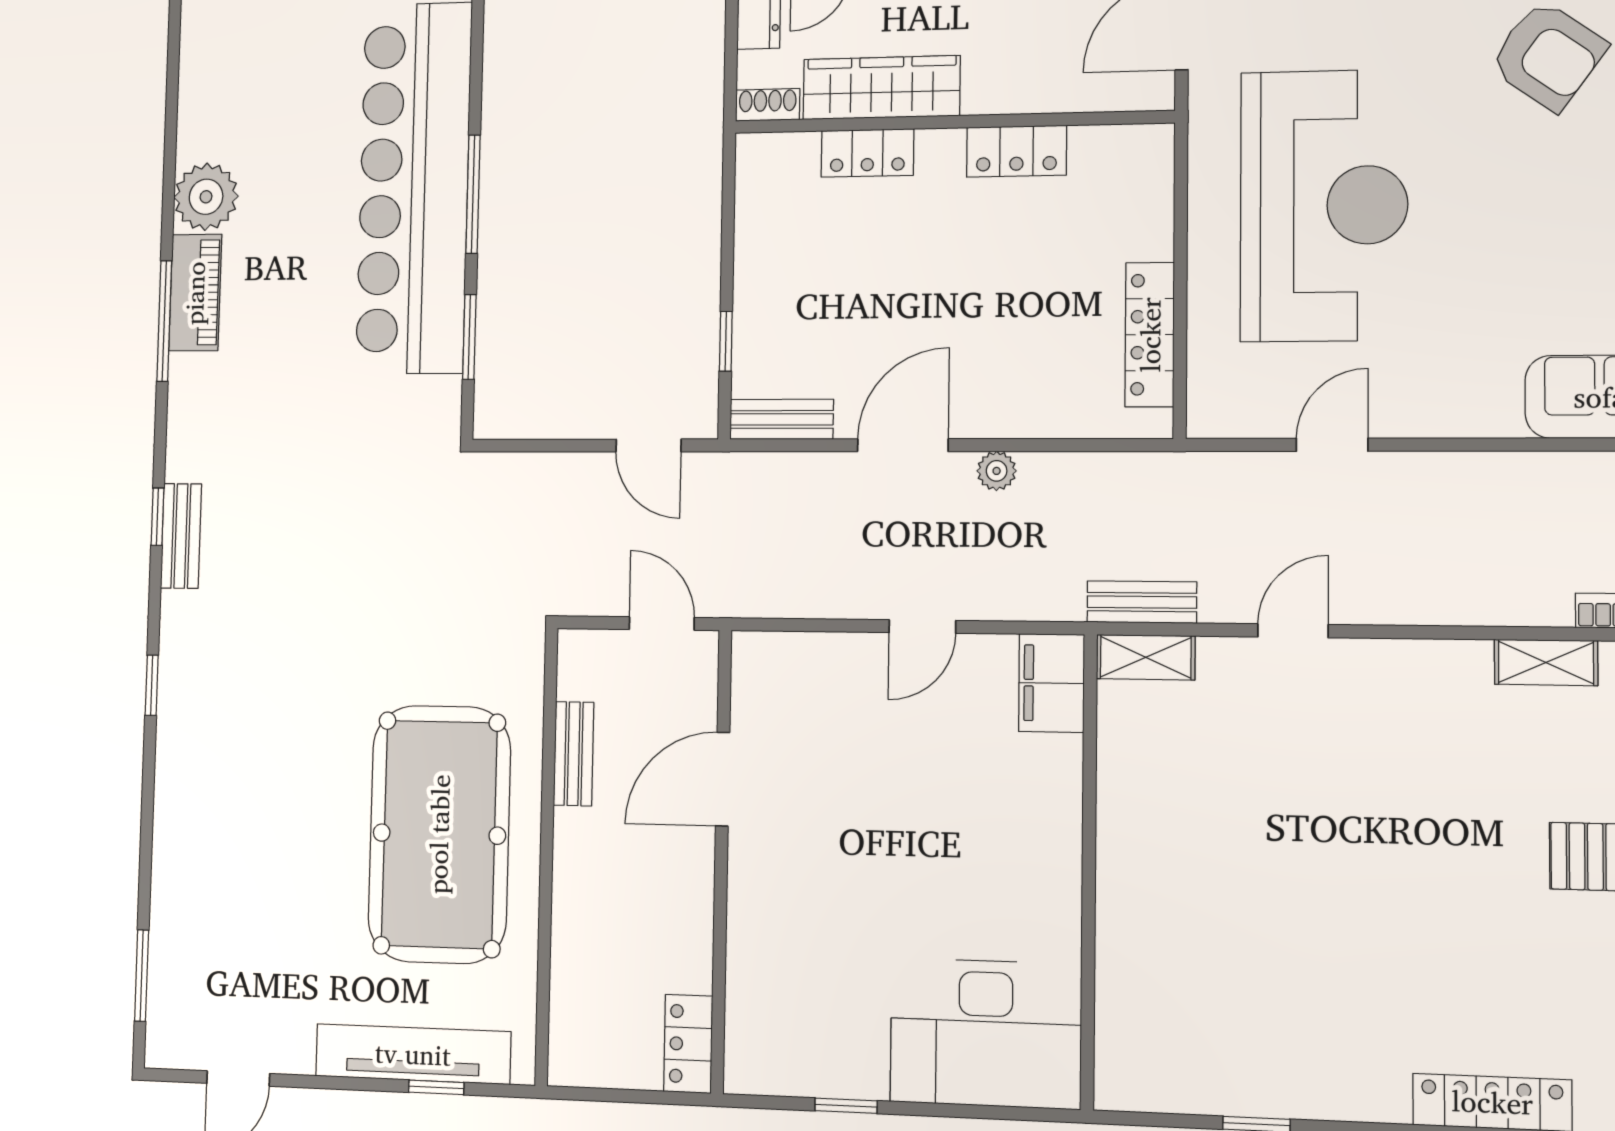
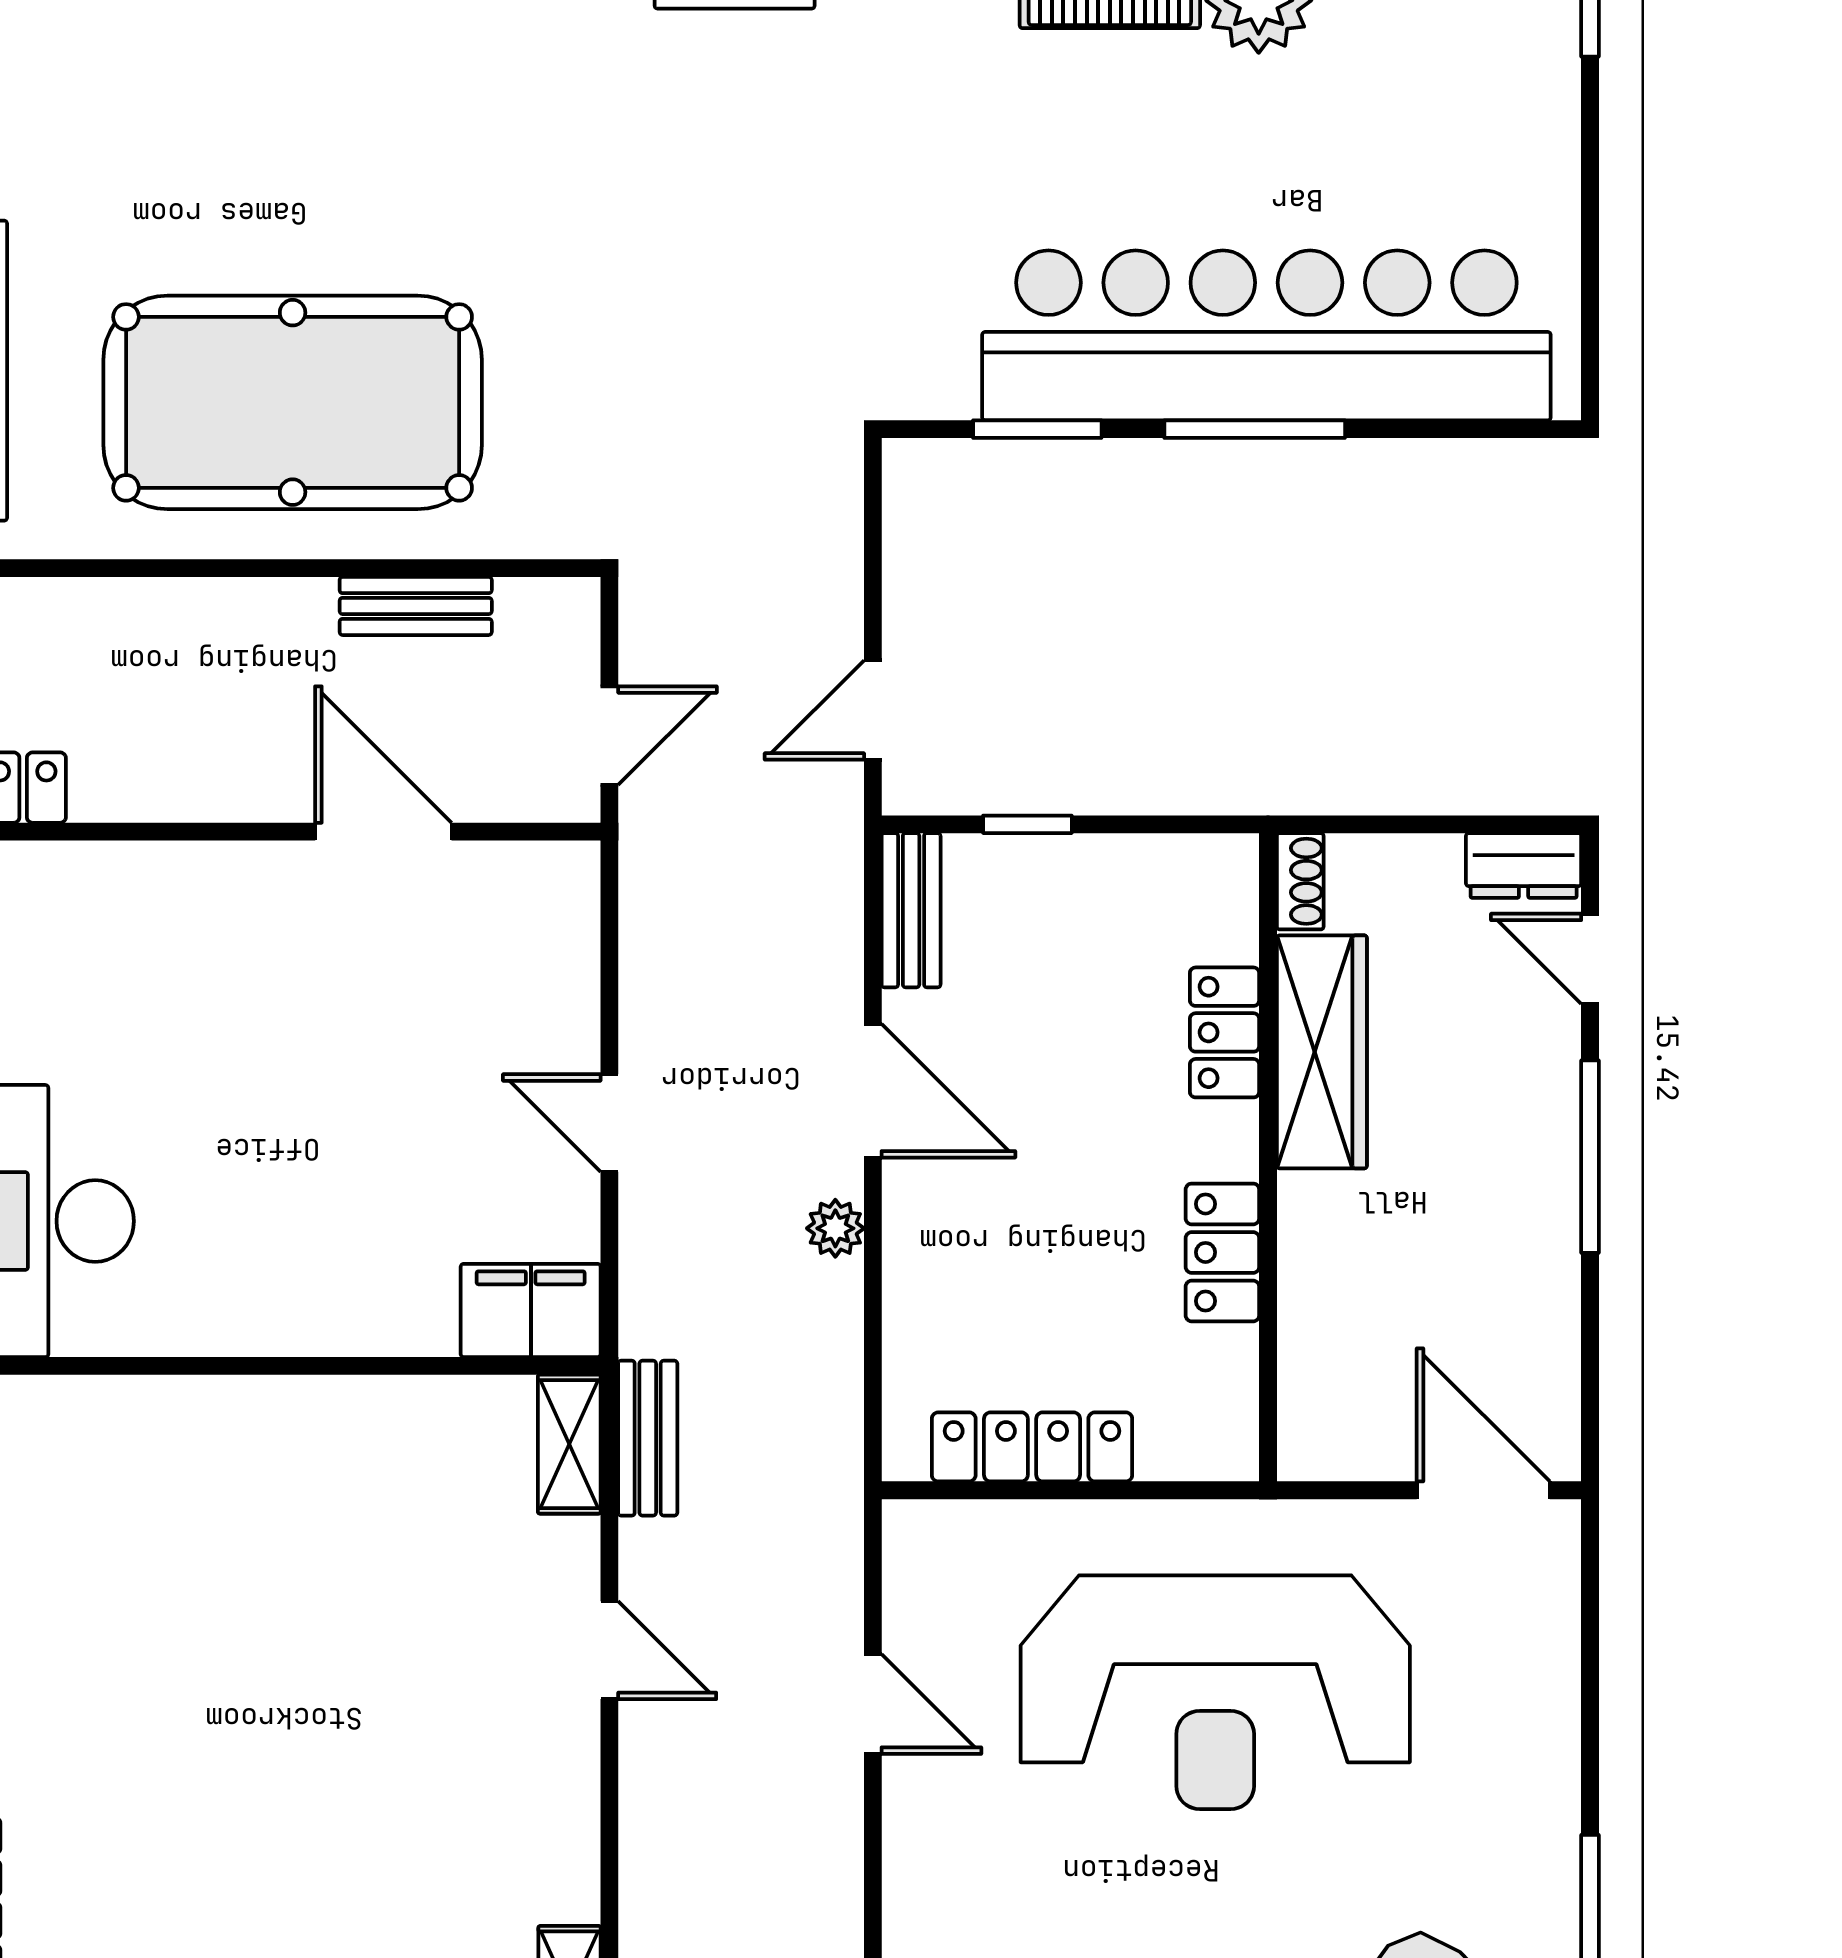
wardrobe: (881, 88) -> (1322, 1052), moved
shoe rack: (768, 105) -> (1300, 881), moved
wall: (952, 122) -> (1268, 1157), moved
locker: (1016, 151) -> (1222, 1252), moved
locker: (867, 153) -> (1225, 1032), moved

